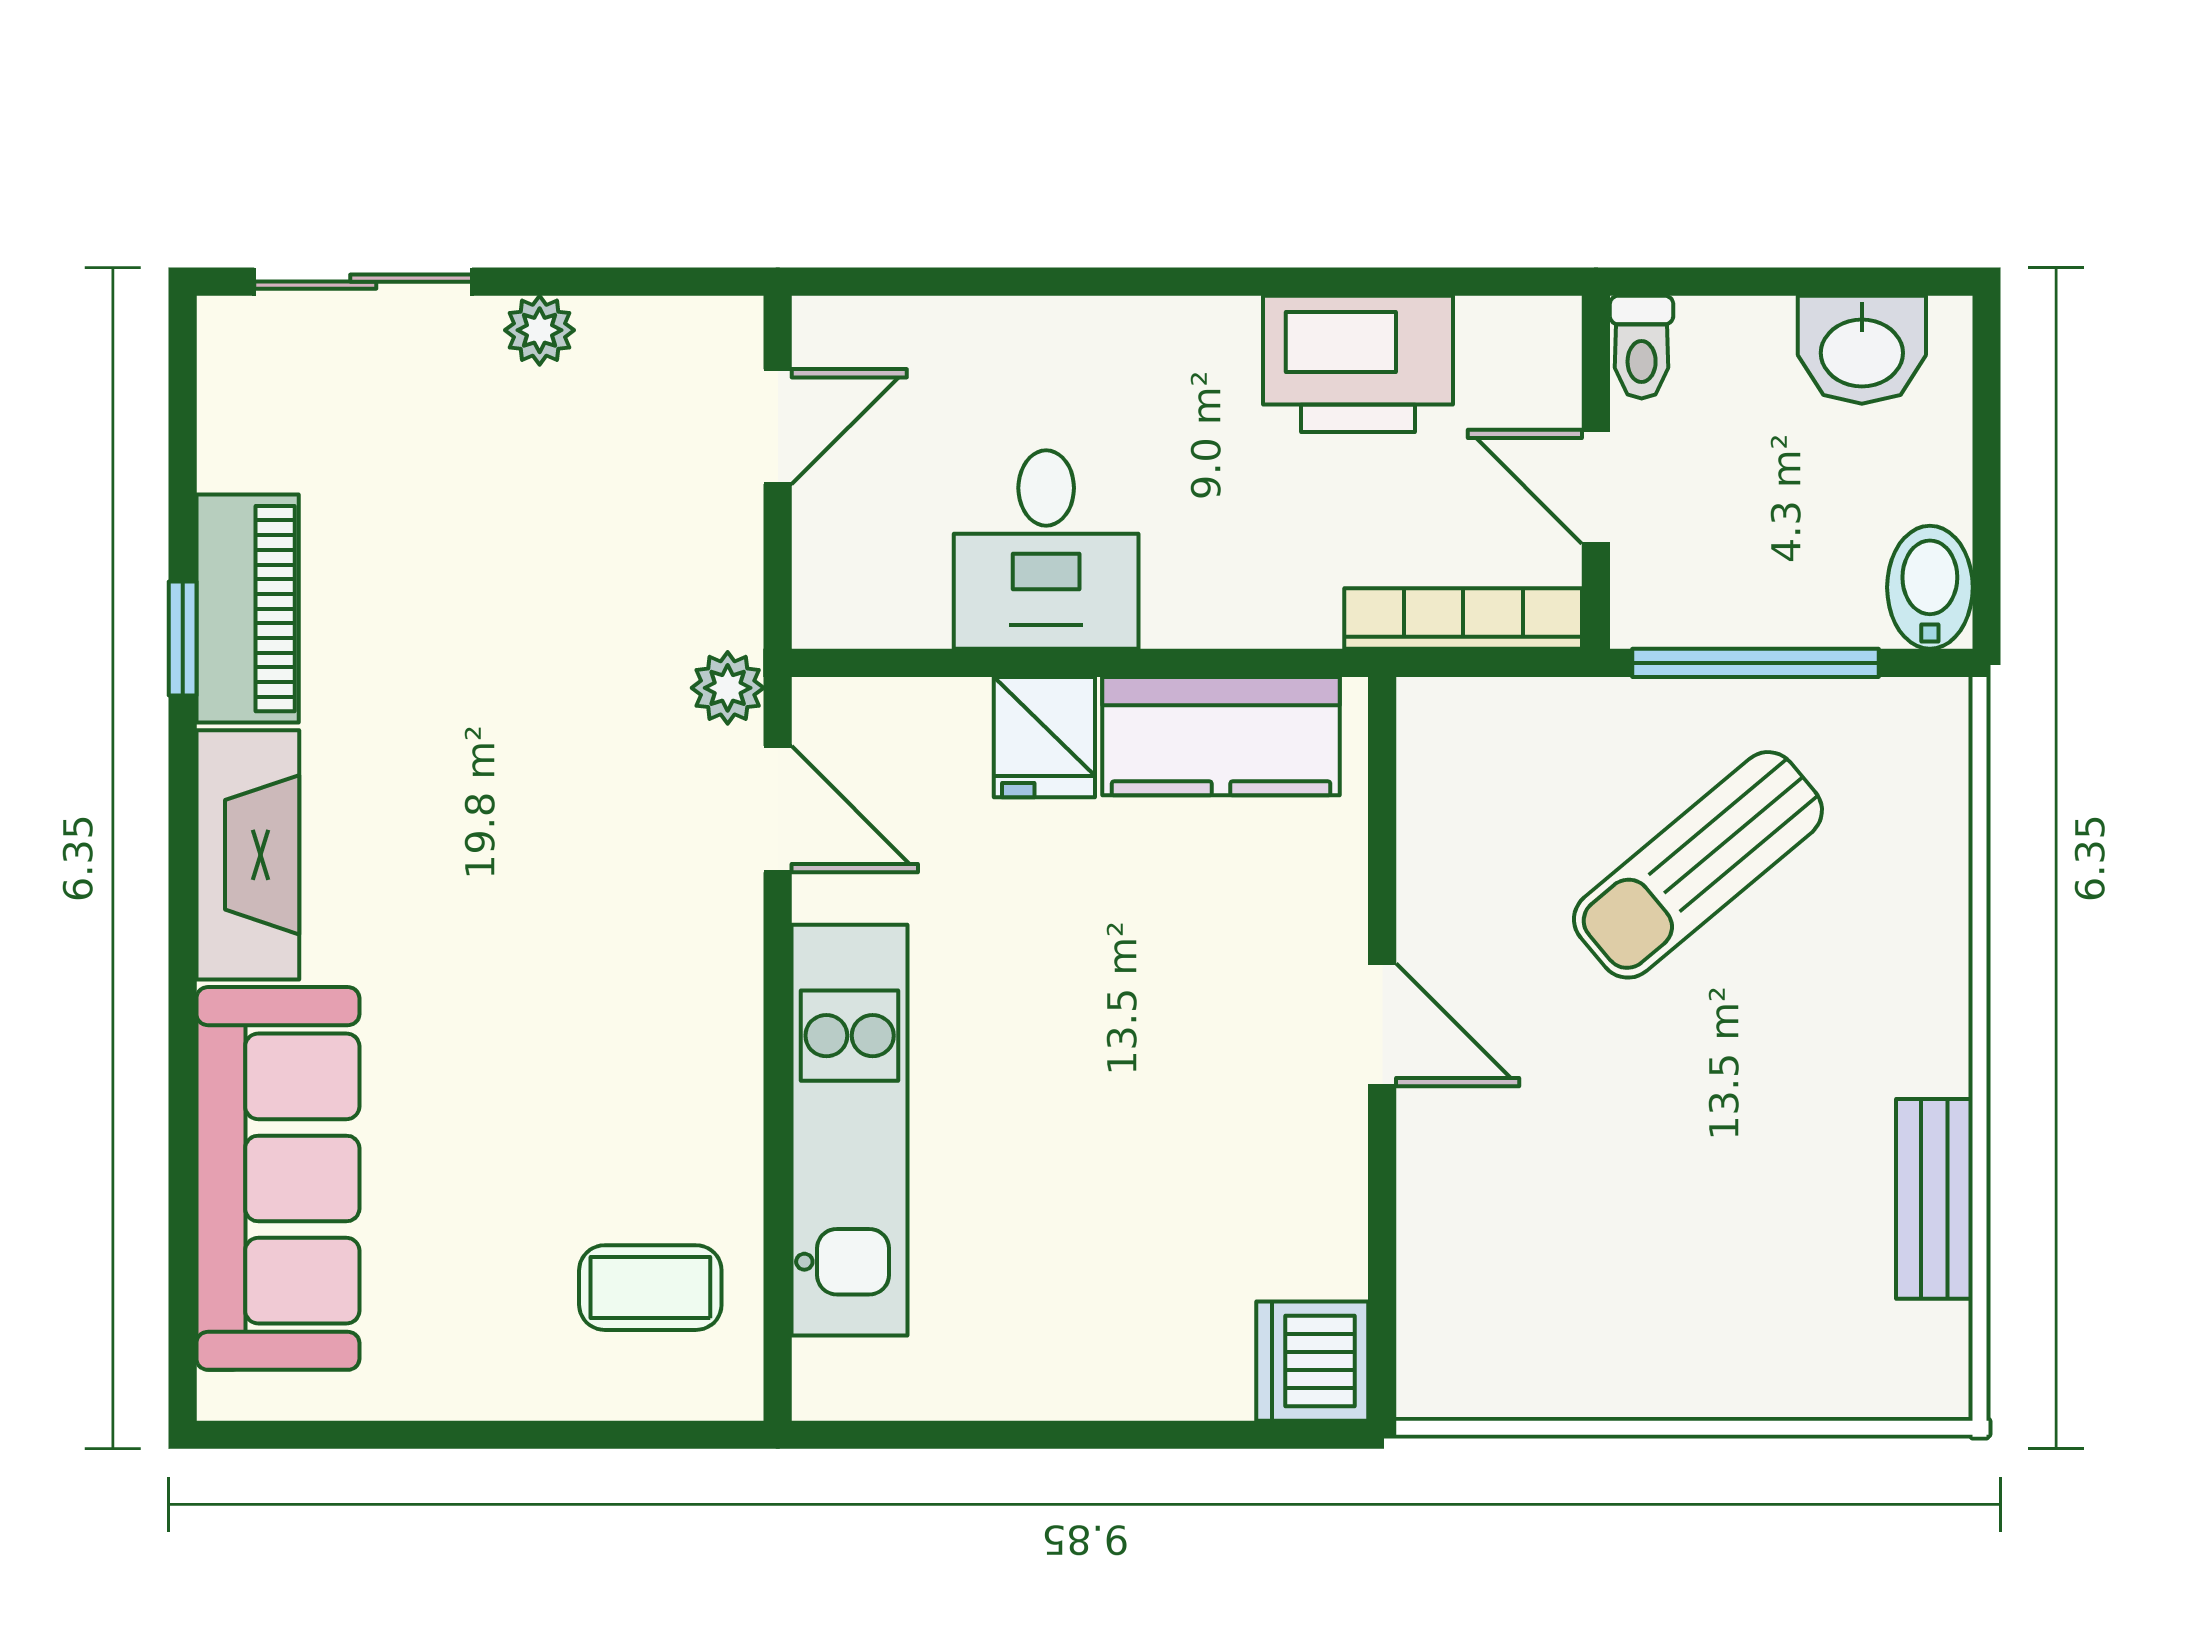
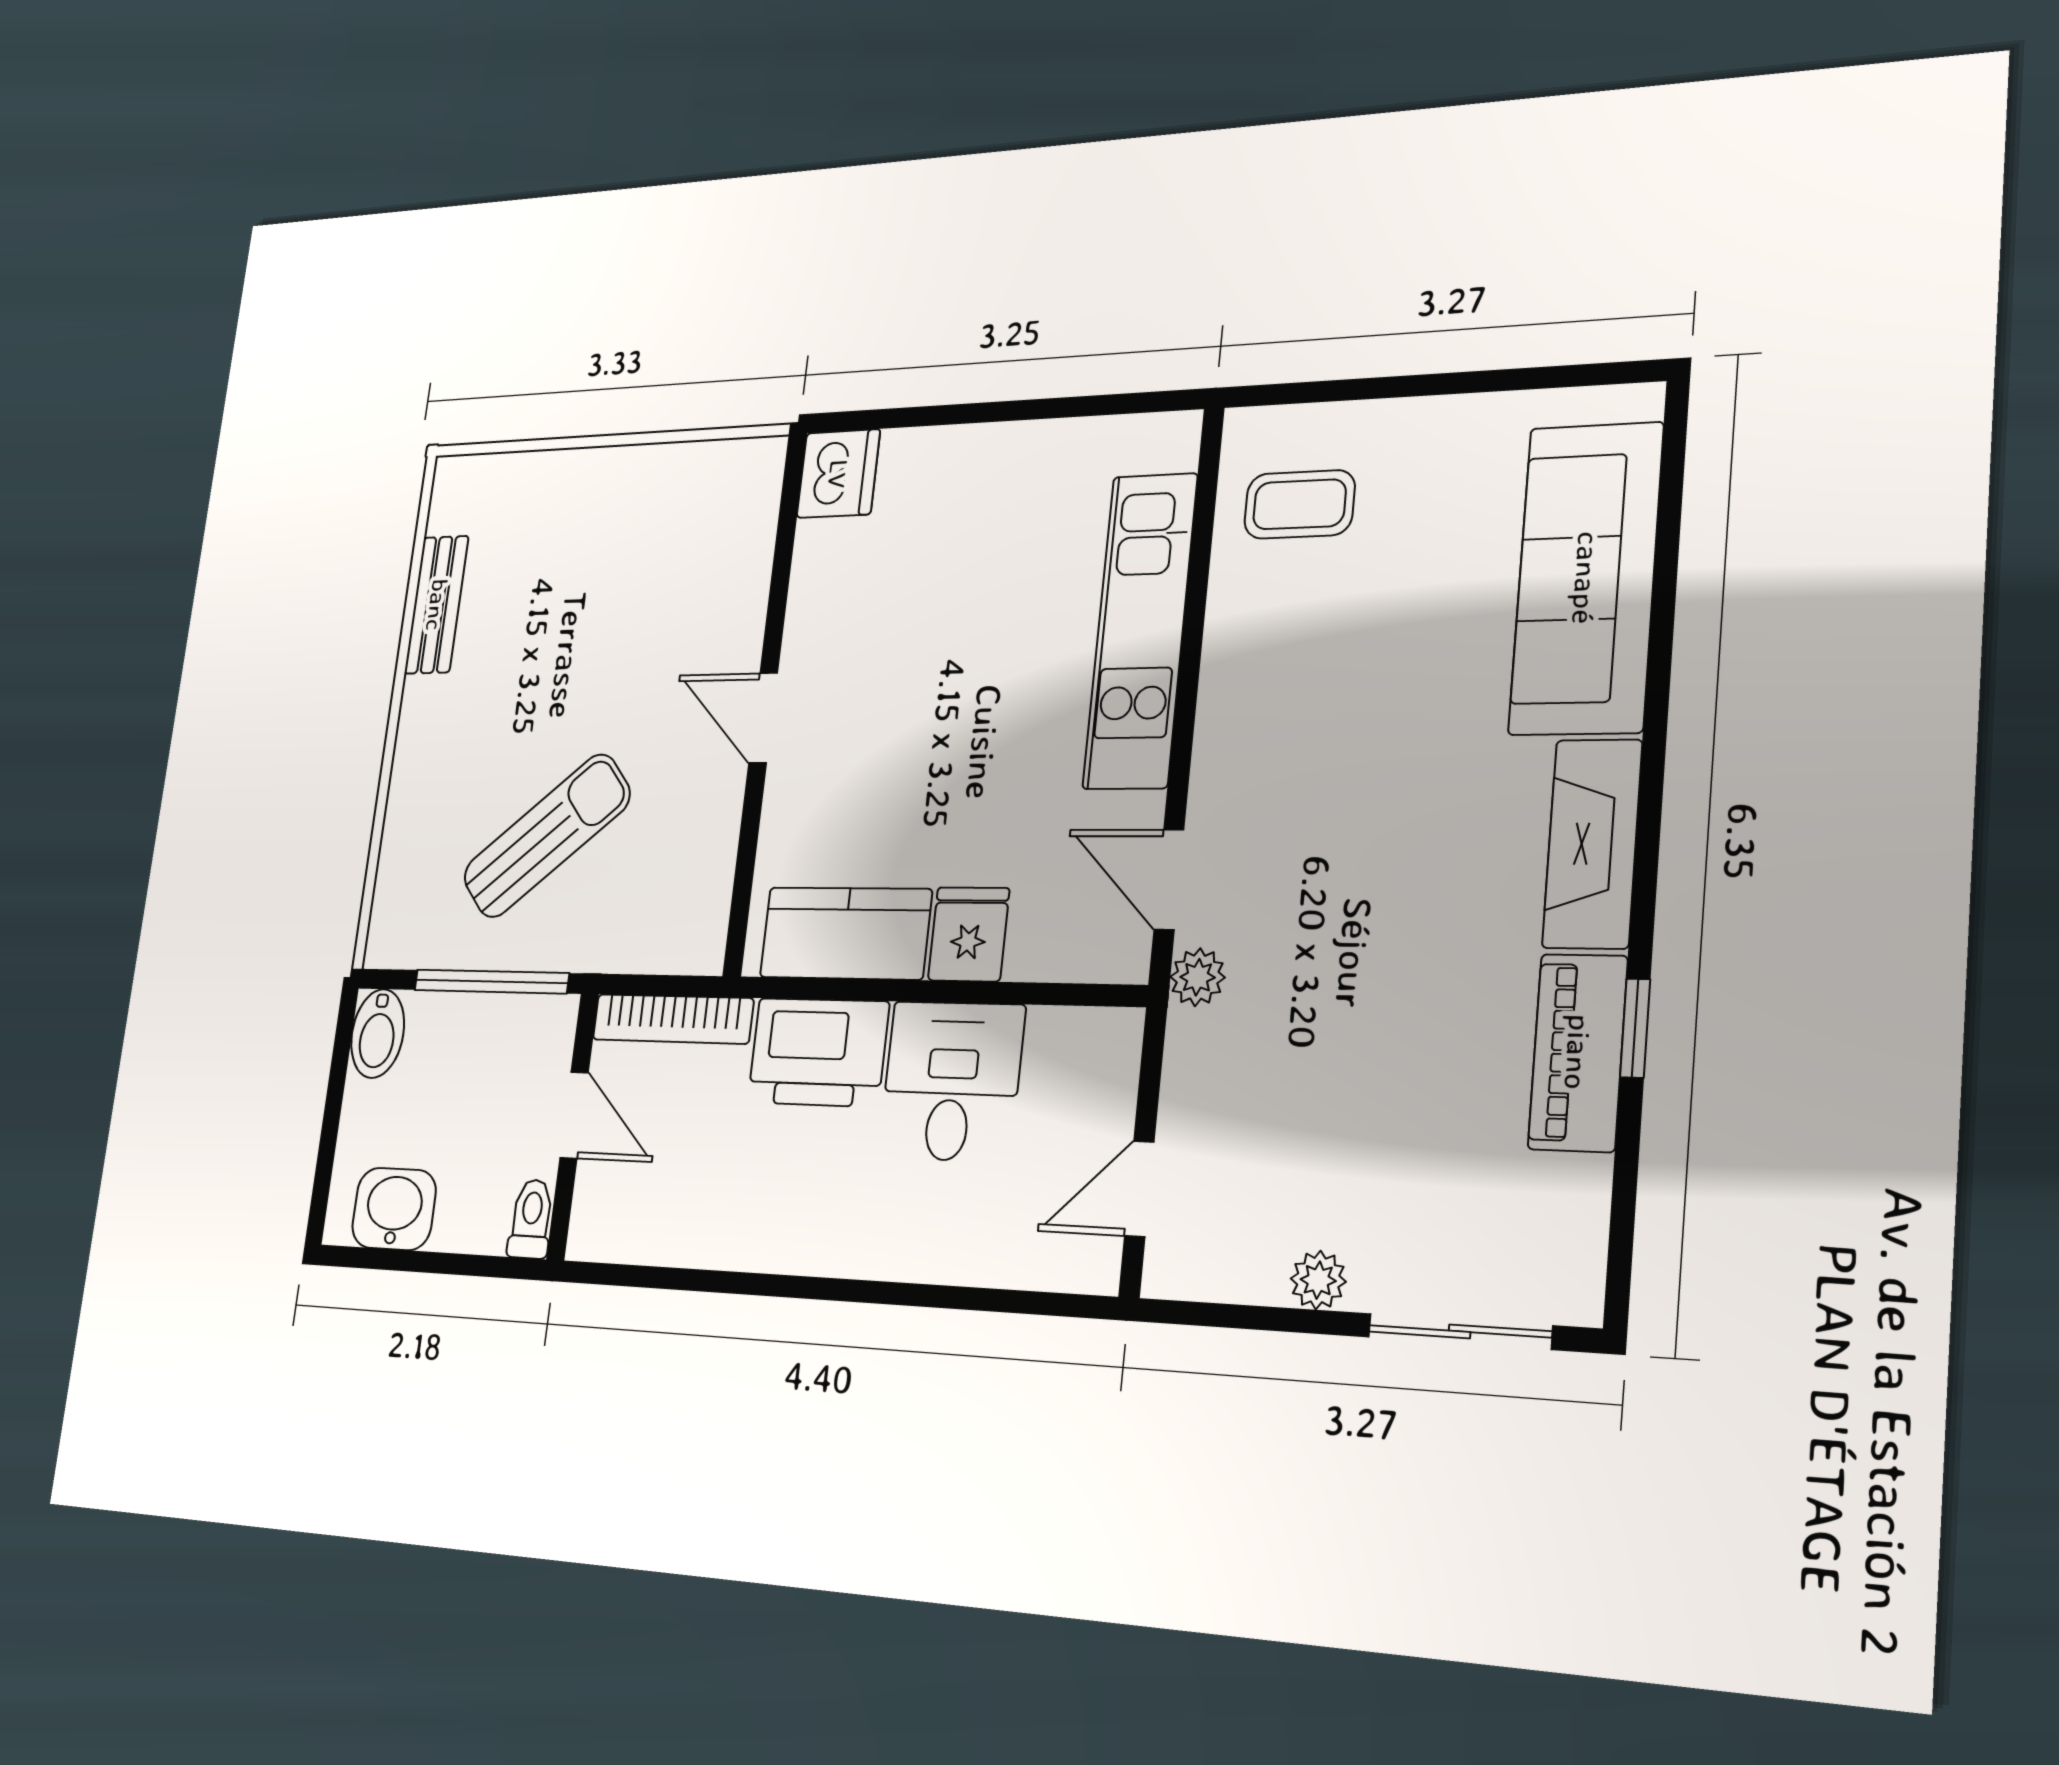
printer: (1358, 364) -> (818, 1052), moved, turned 180

